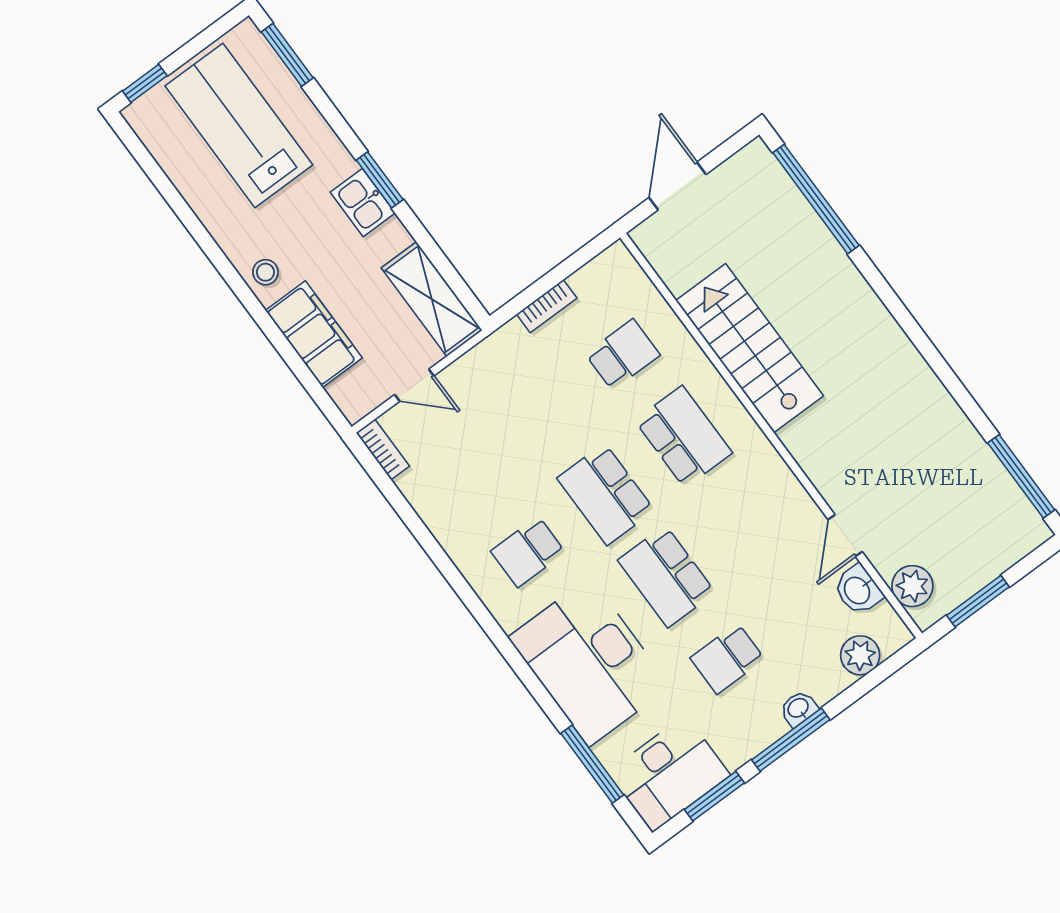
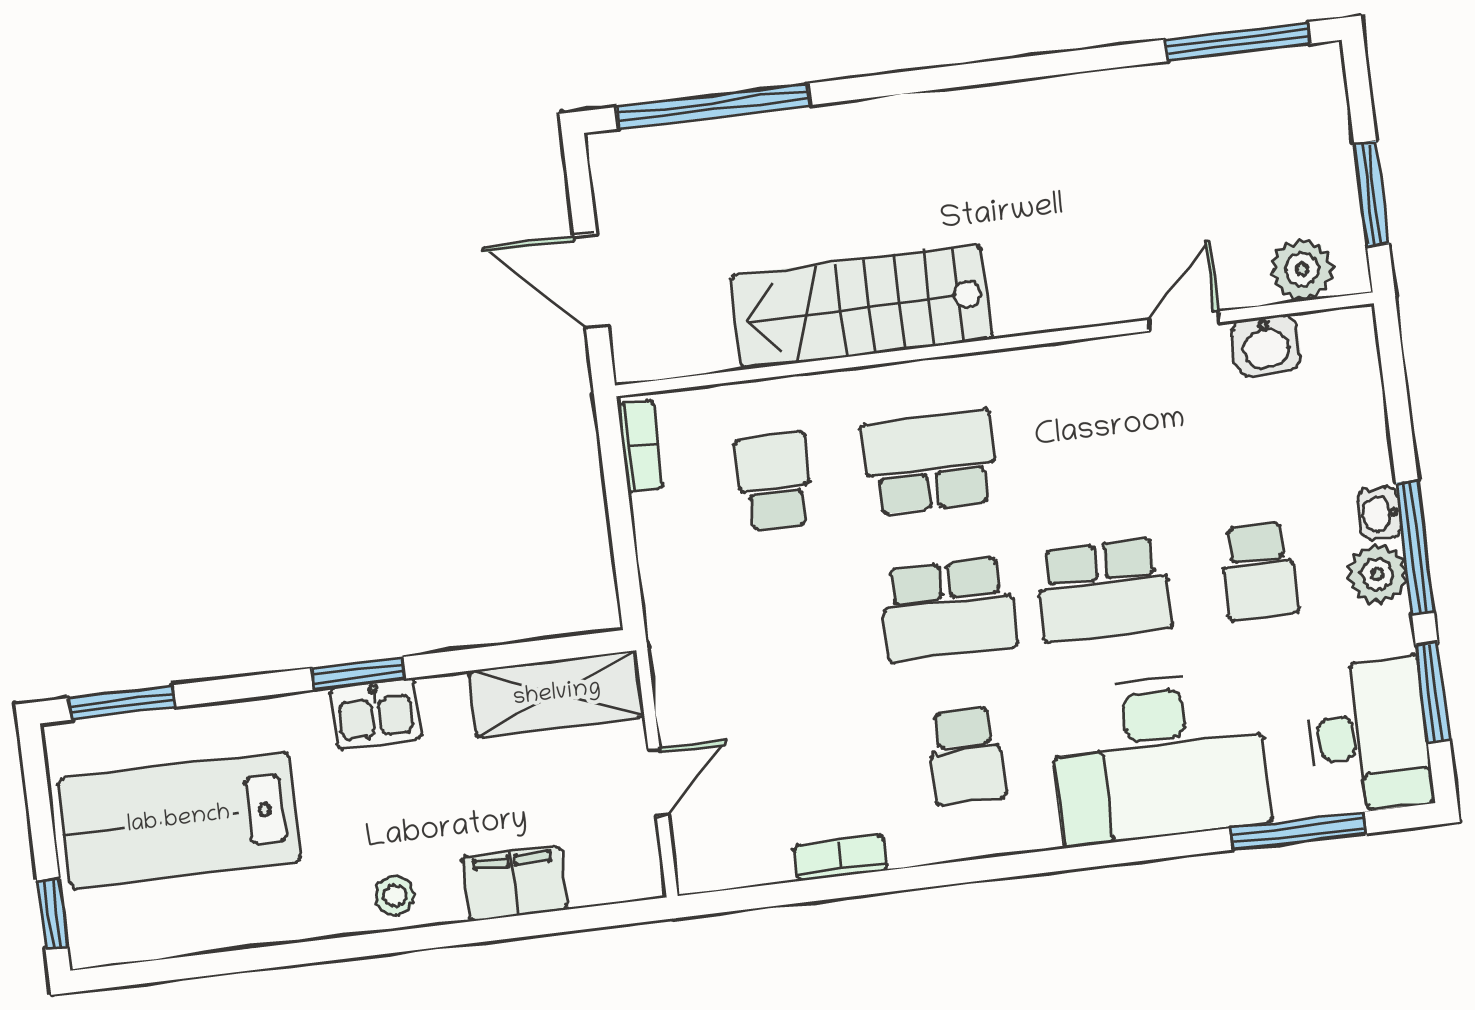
bookcase: (547, 306) -> (640, 446), moved
filing cabinet: (314, 334) -> (515, 883), width x0.67, depth x0.86
bookcase: (383, 449) -> (841, 858), moved
door: (845, 536) -> (1184, 321), swing flipped
plant: (860, 655) -> (1377, 574), moved

